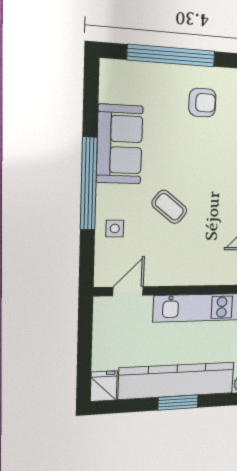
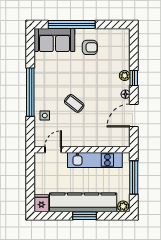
sofa: (120, 144) -> (54, 40), moved, turned 90

